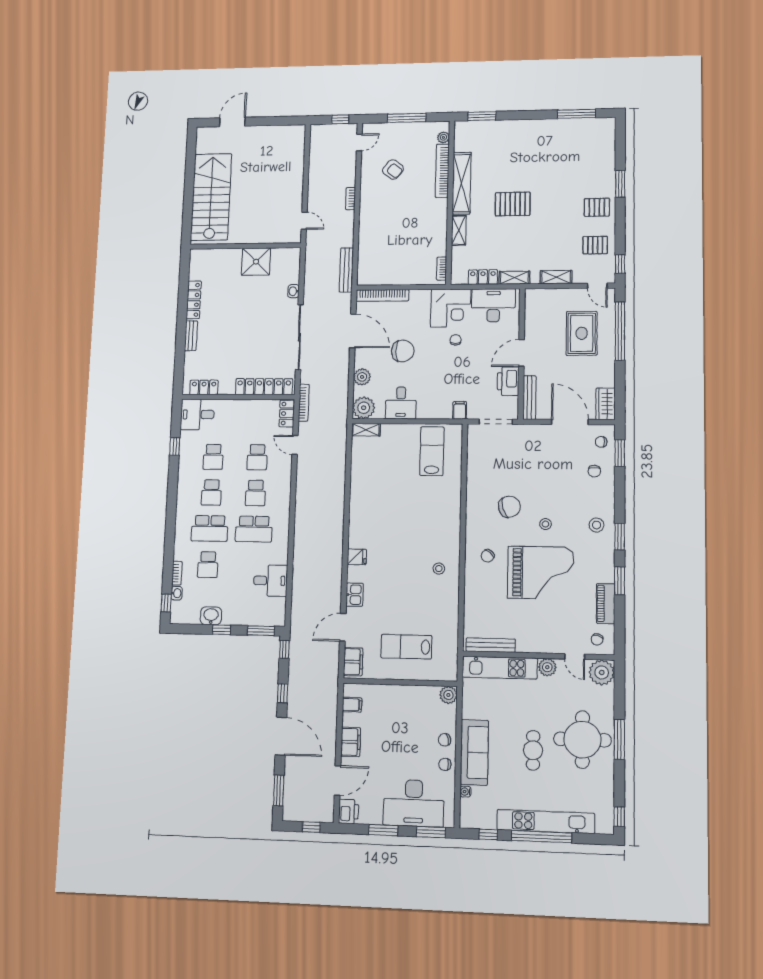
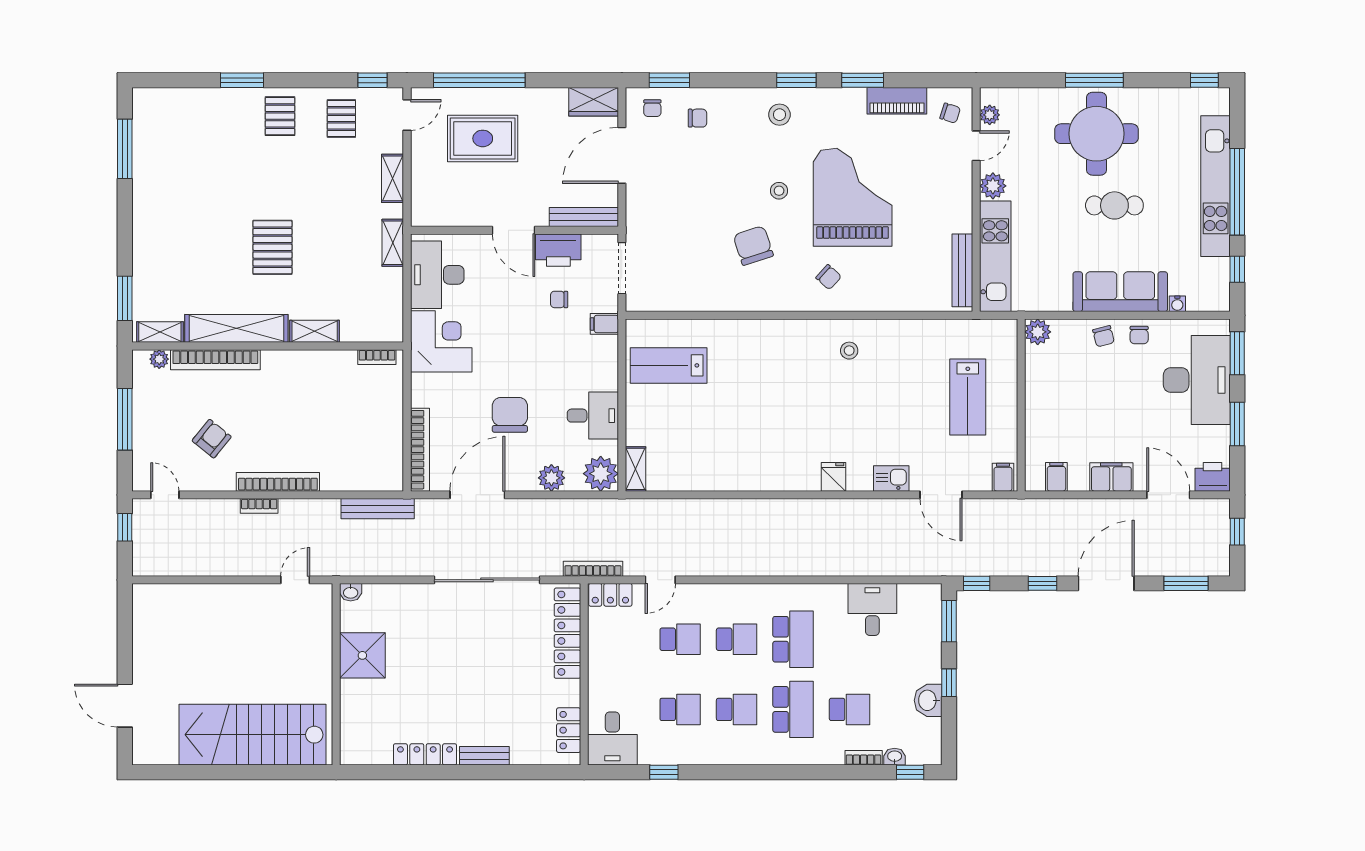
shelving: (460, 137) -> (160, 332), added
bookcase: (365, 210) -> (278, 482), added
locker: (483, 277) -> (391, 292), removed
washbasin: (294, 291) -> (351, 592), moved
chair: (456, 340) -> (559, 299), moved
filing cabinet: (353, 662) -> (1003, 477), width x0.50
plant: (602, 672) -> (990, 115), width x0.53, depth x0.53

